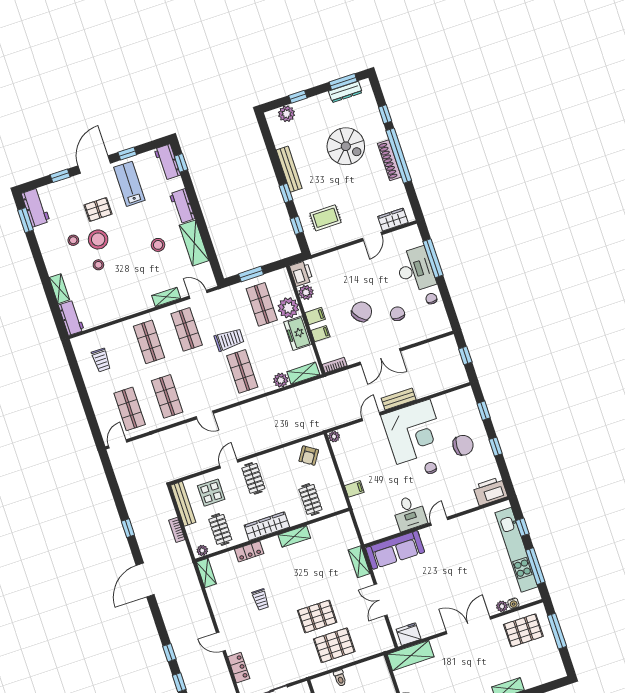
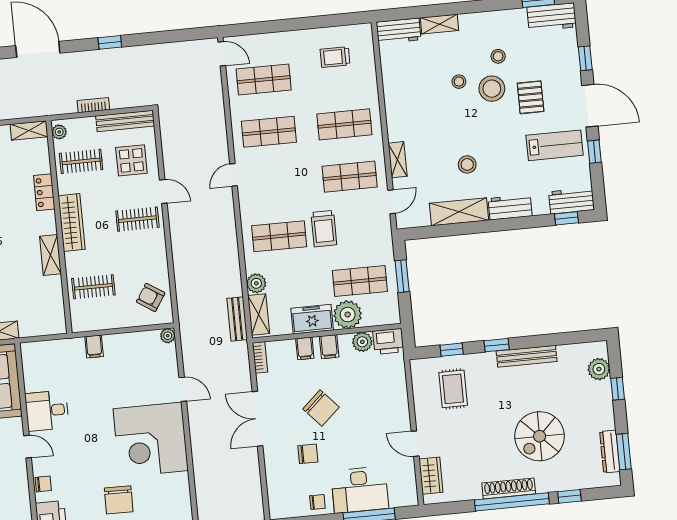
bench: (399, 399) -> (237, 319), moved
chair: (431, 468) -> (43, 484), moved

